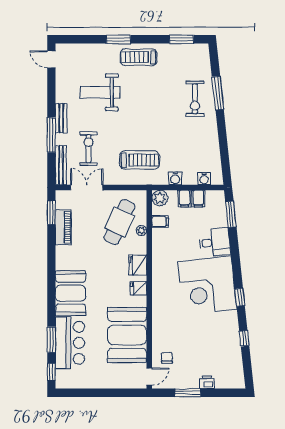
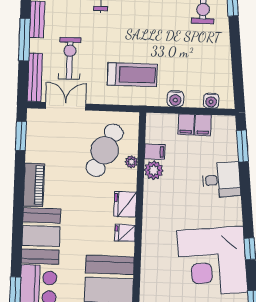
plant: (160, 198) -> (154, 170), moved
piano: (63, 227) -> (34, 185), moved
corner desk: (207, 285) -> (212, 261), moved

